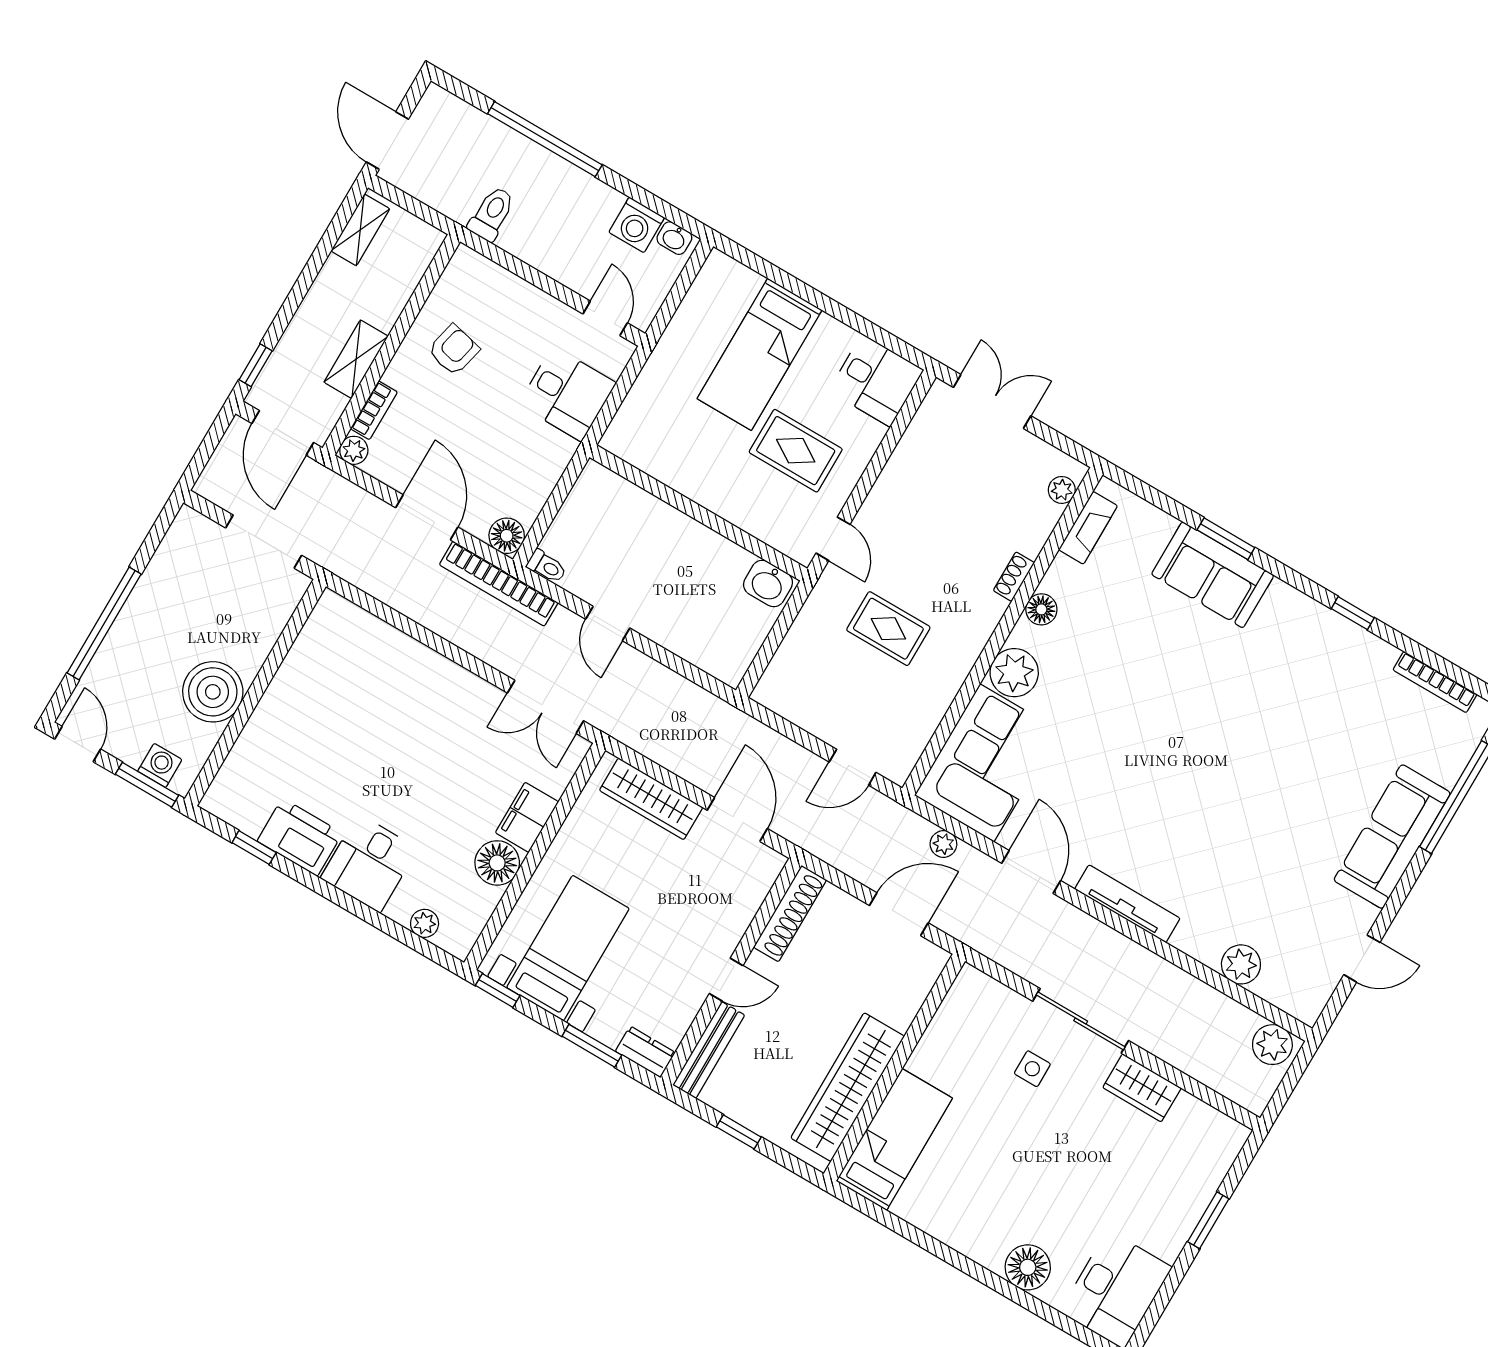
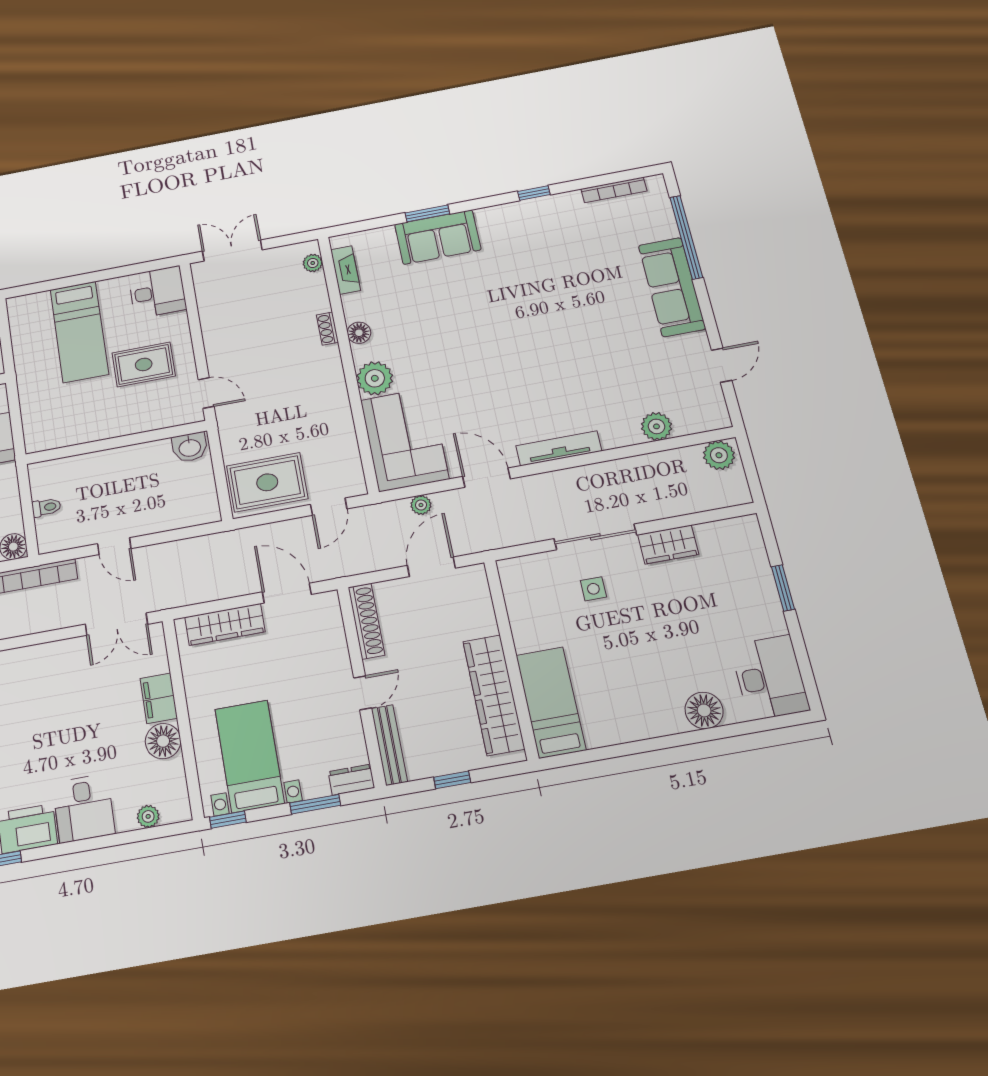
toilet: (547, 566) -> (46, 507), moved
rug: (888, 629) -> (267, 482), moved, width x1.36, depth x1.43

